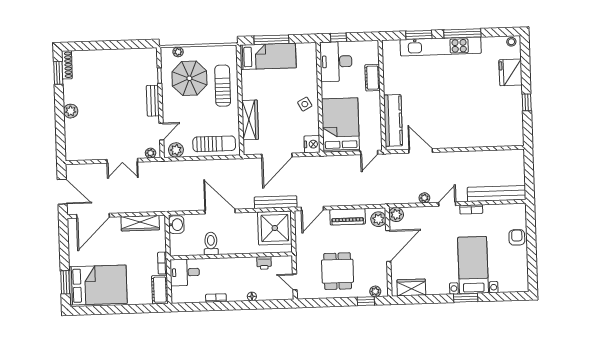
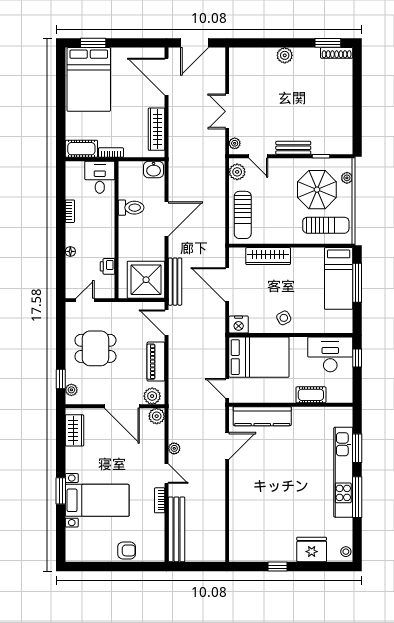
sun lounger: (223, 86) -> (326, 225), moved

